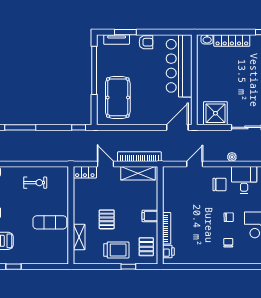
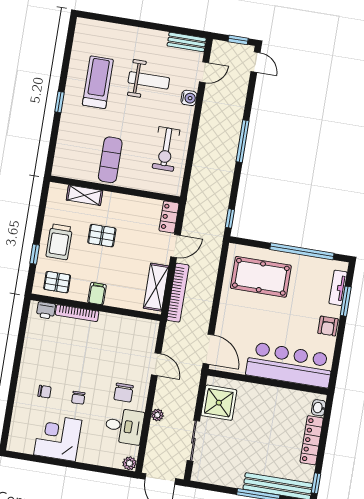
exercise bike: (35, 183) -> (166, 149), width x1.38, depth x1.39

